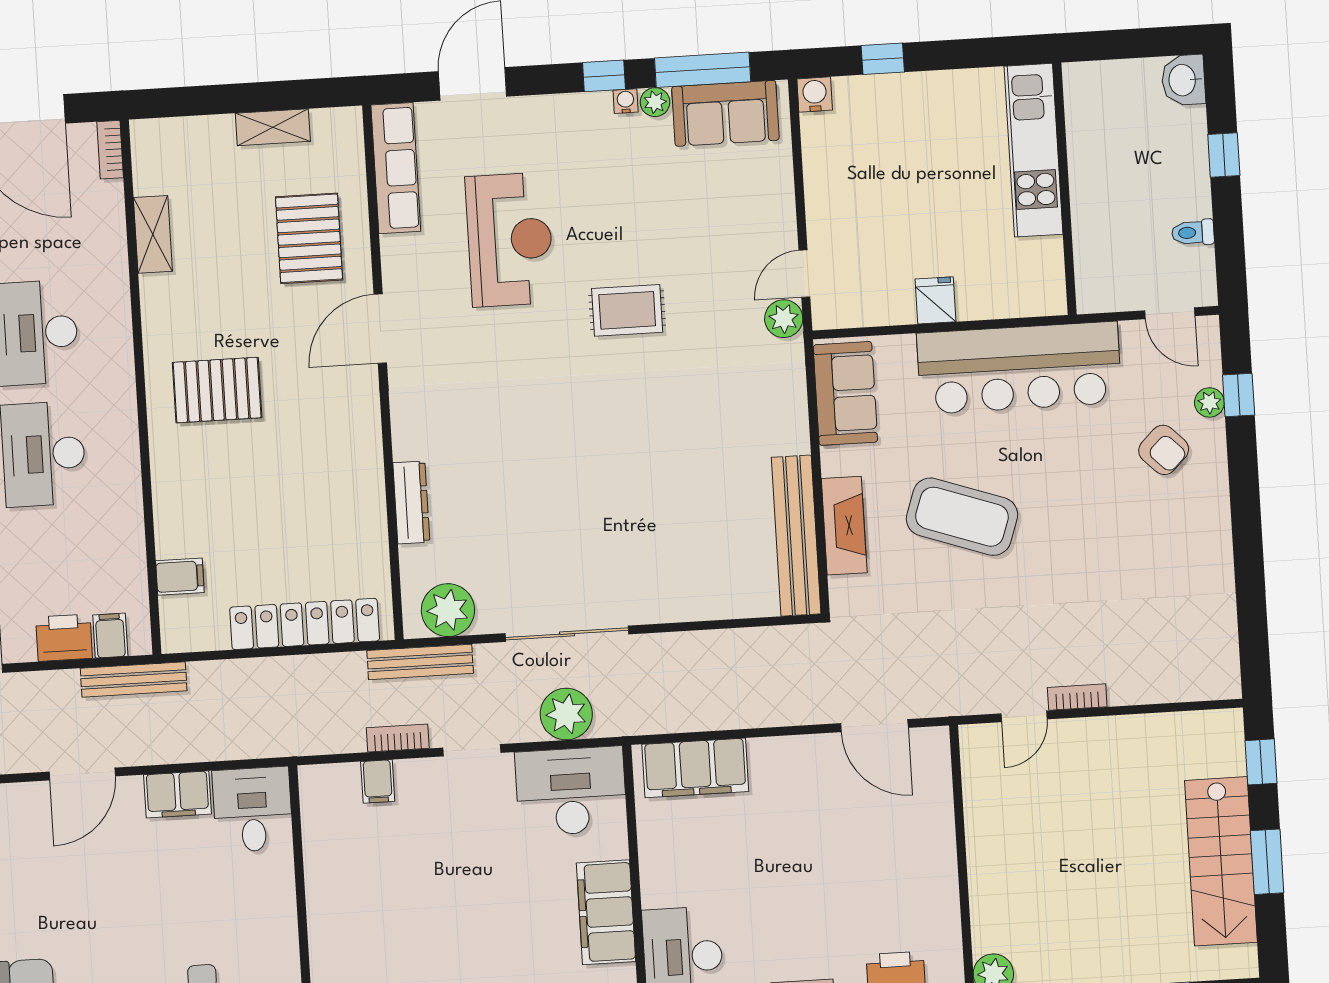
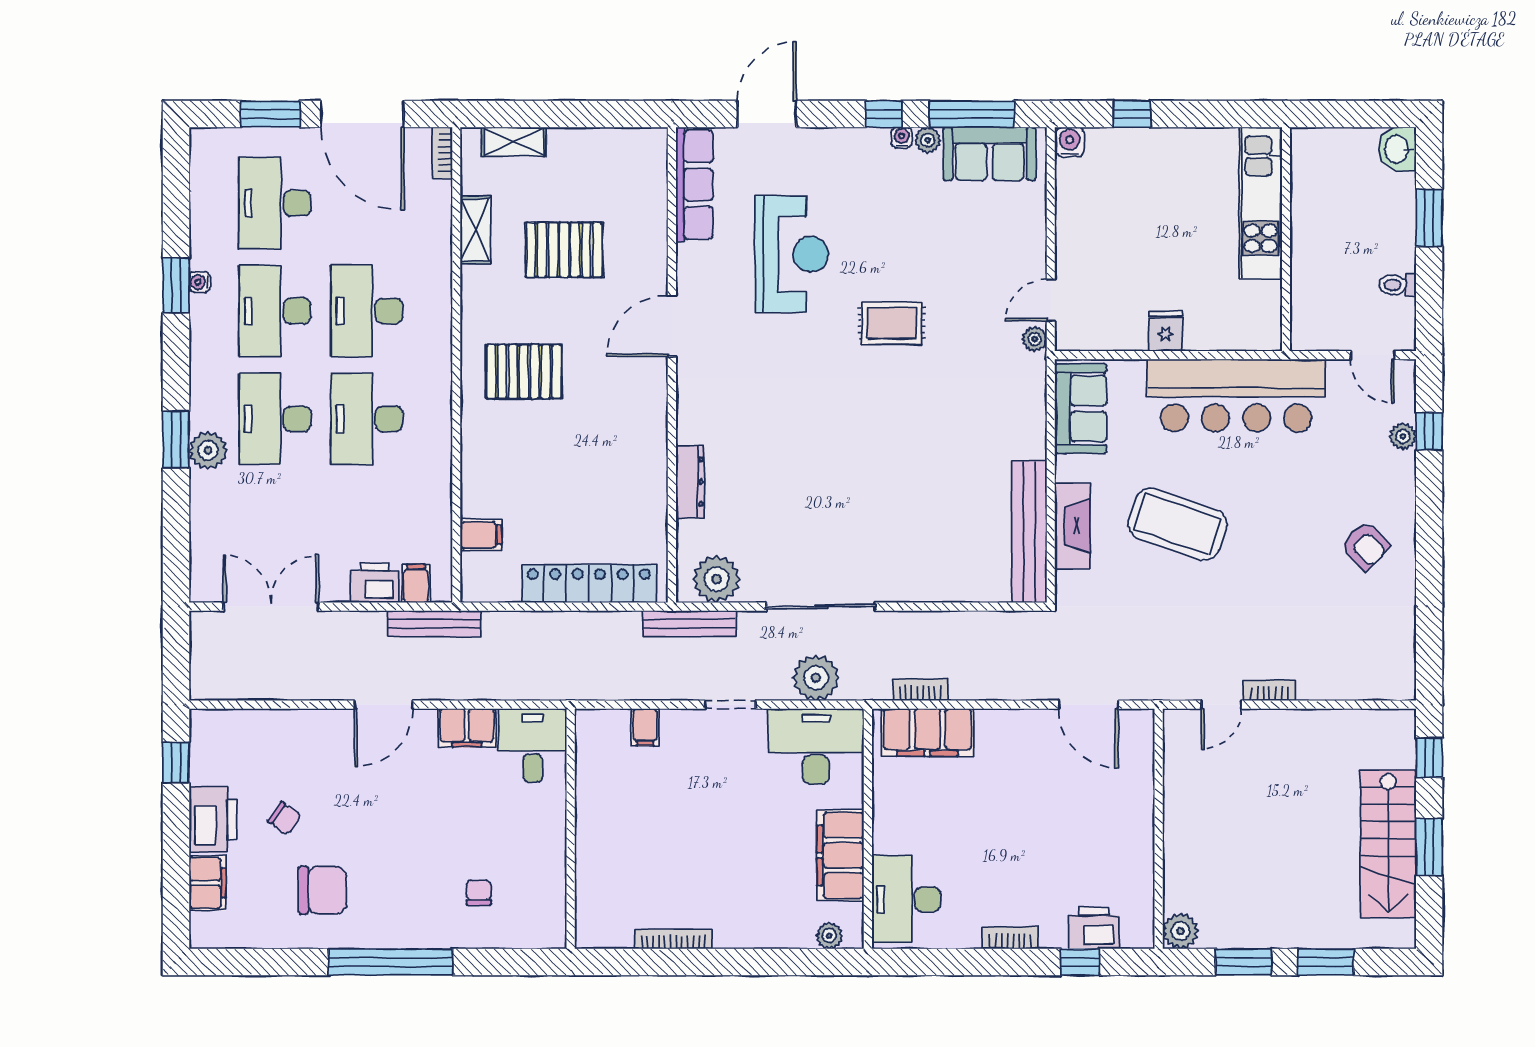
shelving: (273, 127) -> (514, 142), moved
window: (1224, 155) -> (1429, 218), width x1.50
pallet: (309, 238) -> (564, 250), moved, turned 90
plant: (784, 319) -> (1035, 339), width x0.73, depth x0.73
armchair: (1164, 450) -> (1365, 546), moved
bookcase: (398, 738) -> (920, 690), moved

